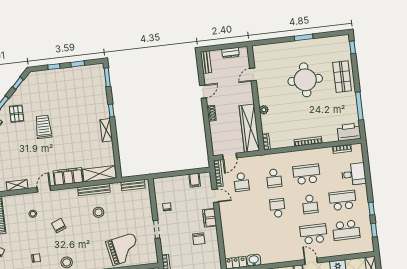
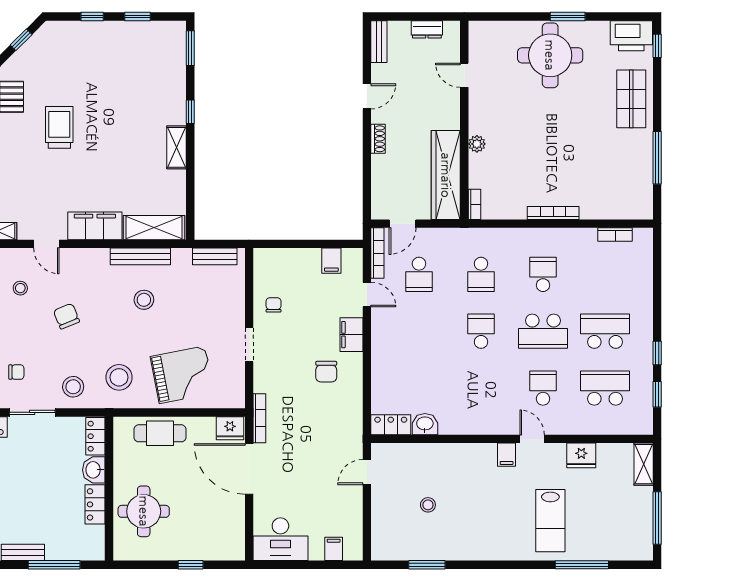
door: (253, 75) -> (464, 75), hinge flipped
round table: (305, 80) -> (550, 55), moved
printer: (349, 132) -> (631, 36), moved, turned 180
school desk: (307, 174) -> (543, 274), width x0.54
desk: (354, 174) -> (631, 285), removed
door: (44, 189) -> (46, 244), swing flipped
school desk: (310, 204) -> (543, 331), width x1.85
school desk: (346, 230) -> (605, 388), turned 180
school desk: (314, 234) -> (543, 388), width x0.54
stool: (90, 255) -> (119, 377), added

